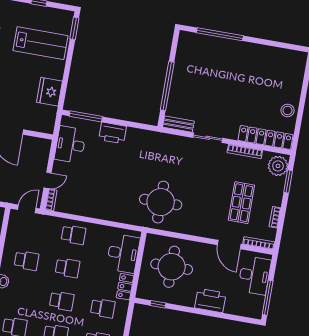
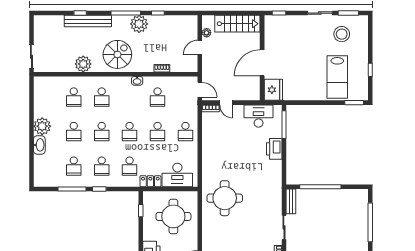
fridge: (49, 92) -> (273, 90), moved, turned 90

